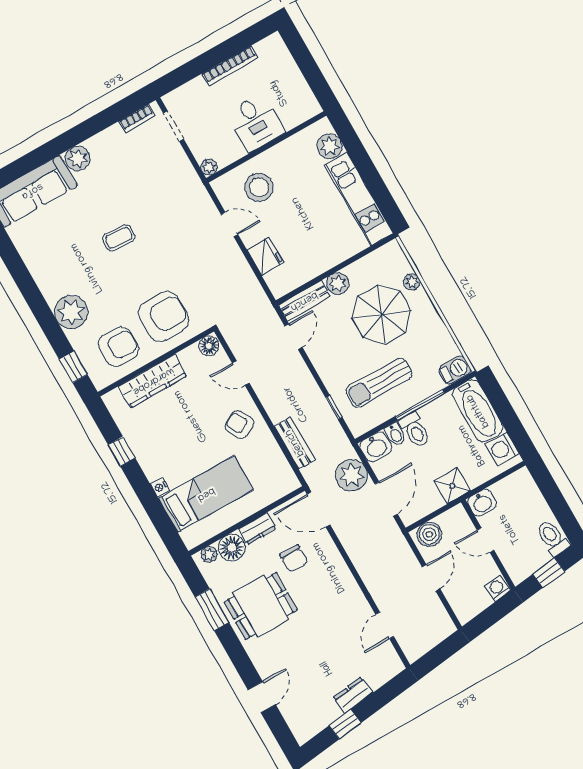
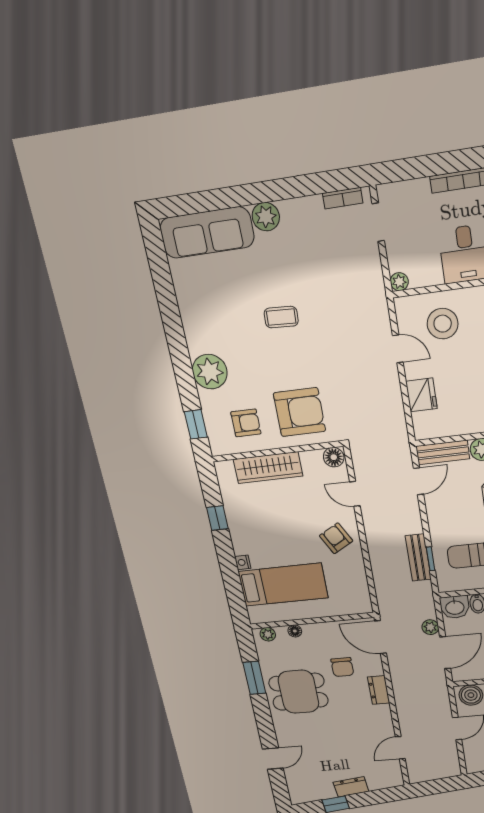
armchair: (119, 347) -> (246, 423), width x0.72, depth x0.72
bench: (295, 443) -> (418, 558), moved
plant: (351, 475) -> (430, 627), width x0.53, depth x0.53
dresser: (257, 529) -> (379, 690), moved, turned 90
floor lamp: (232, 548) -> (295, 631), width x0.53, depth x0.53

